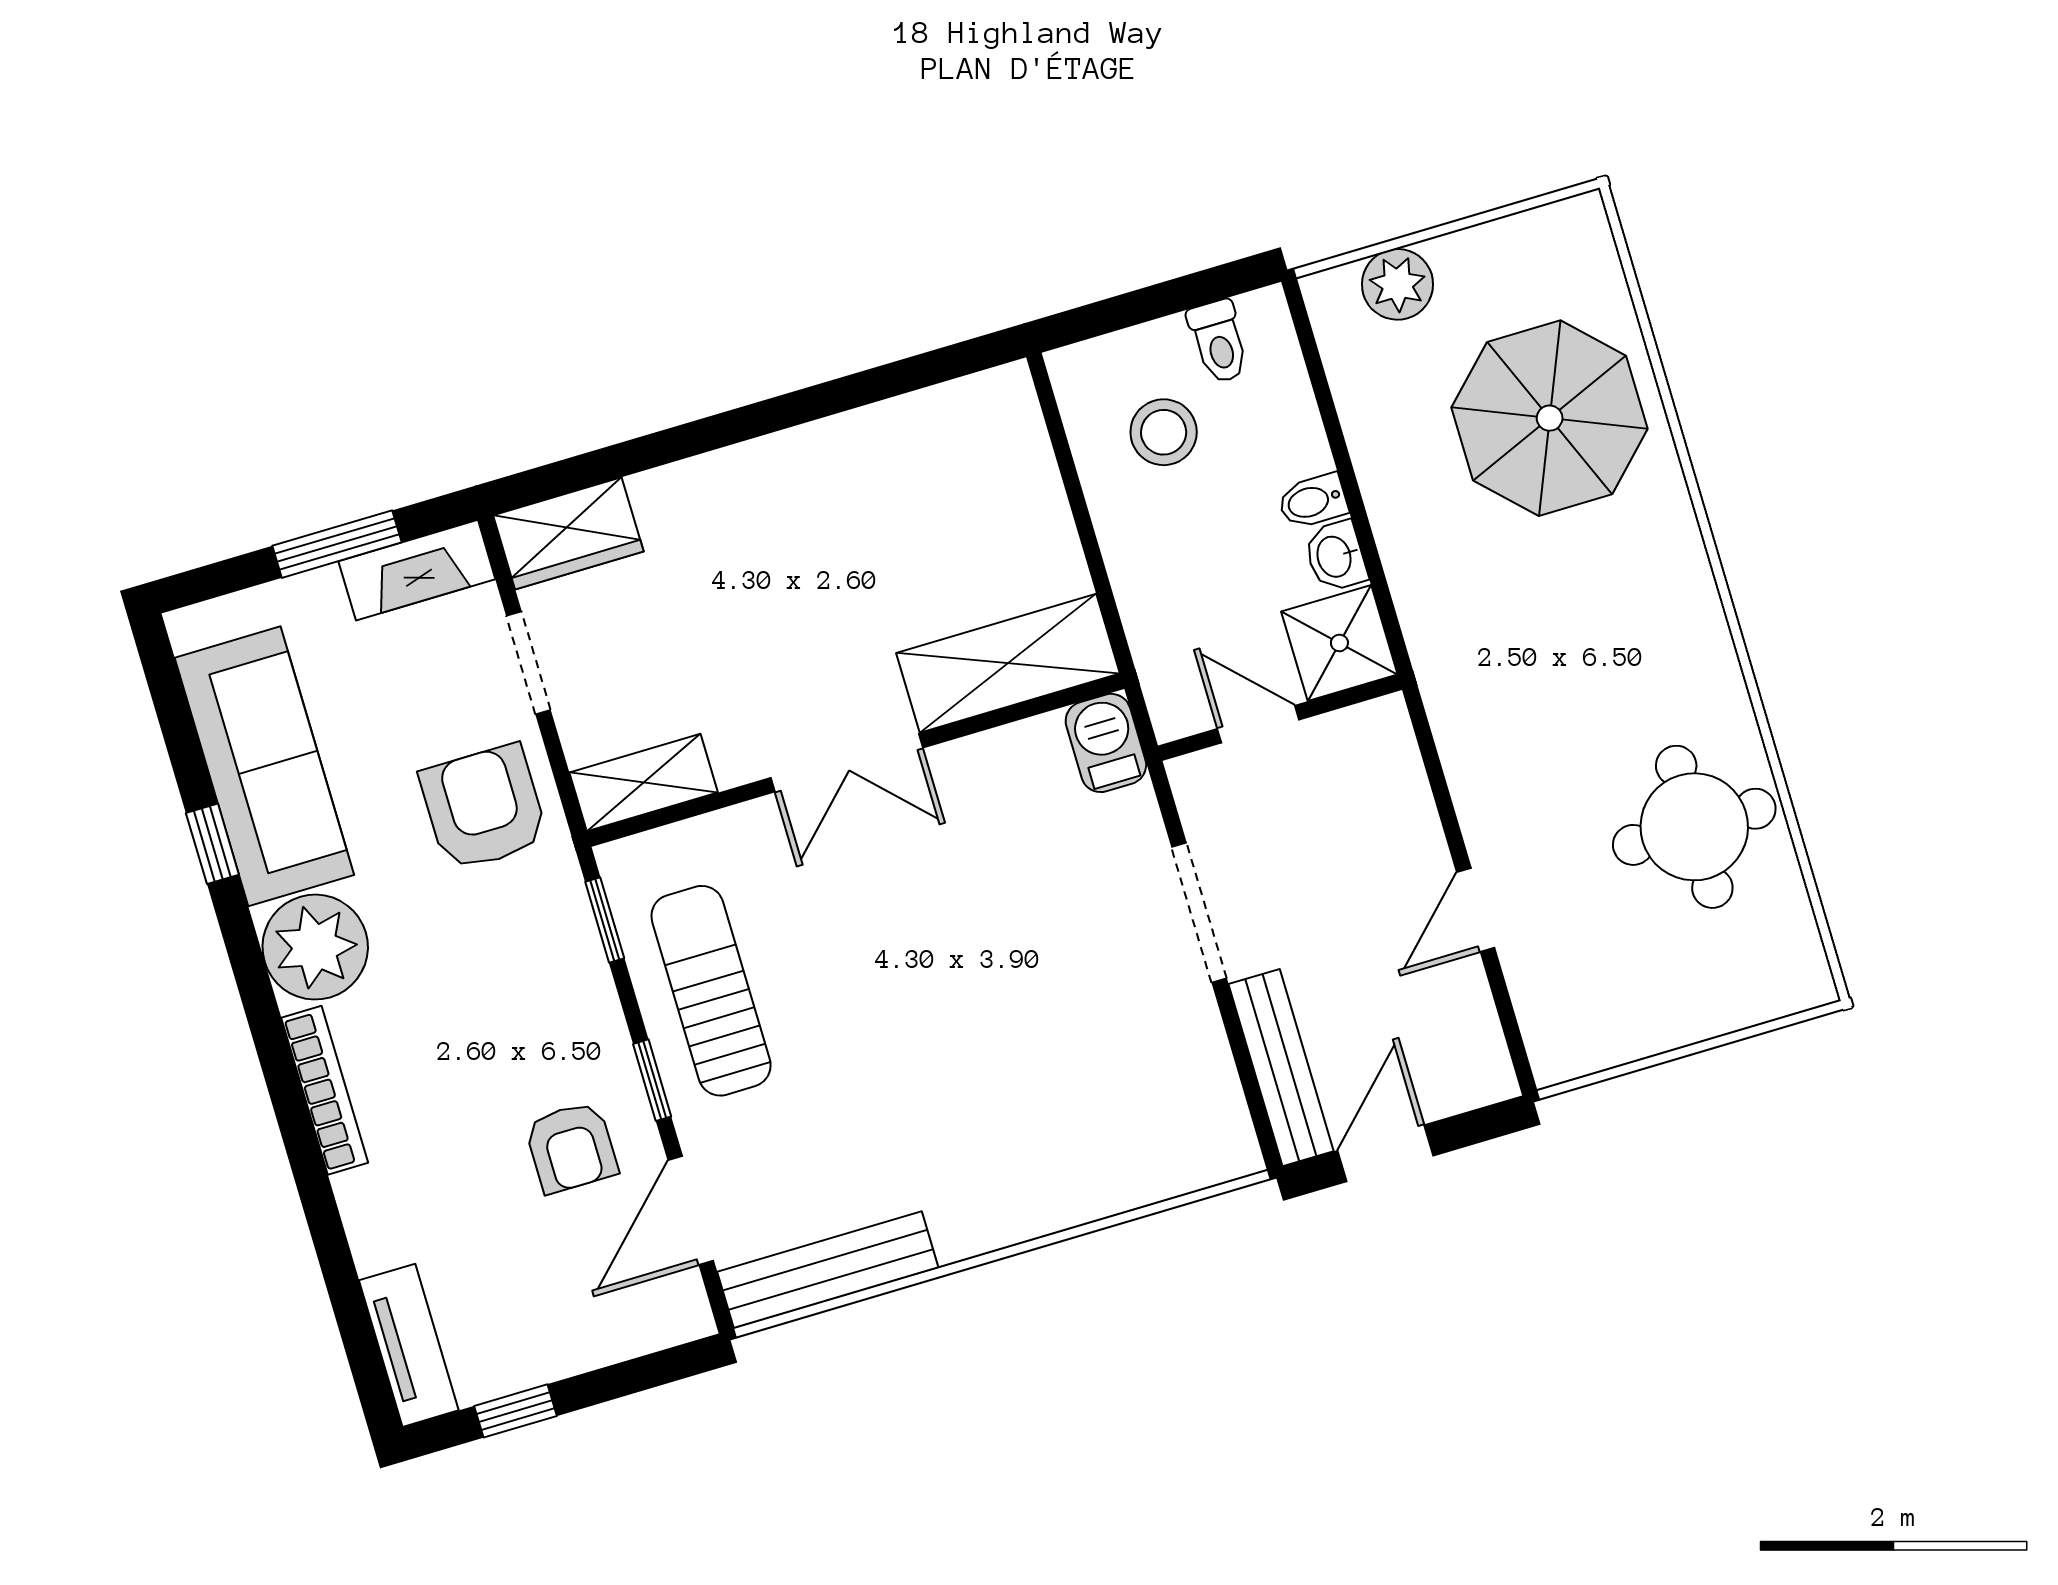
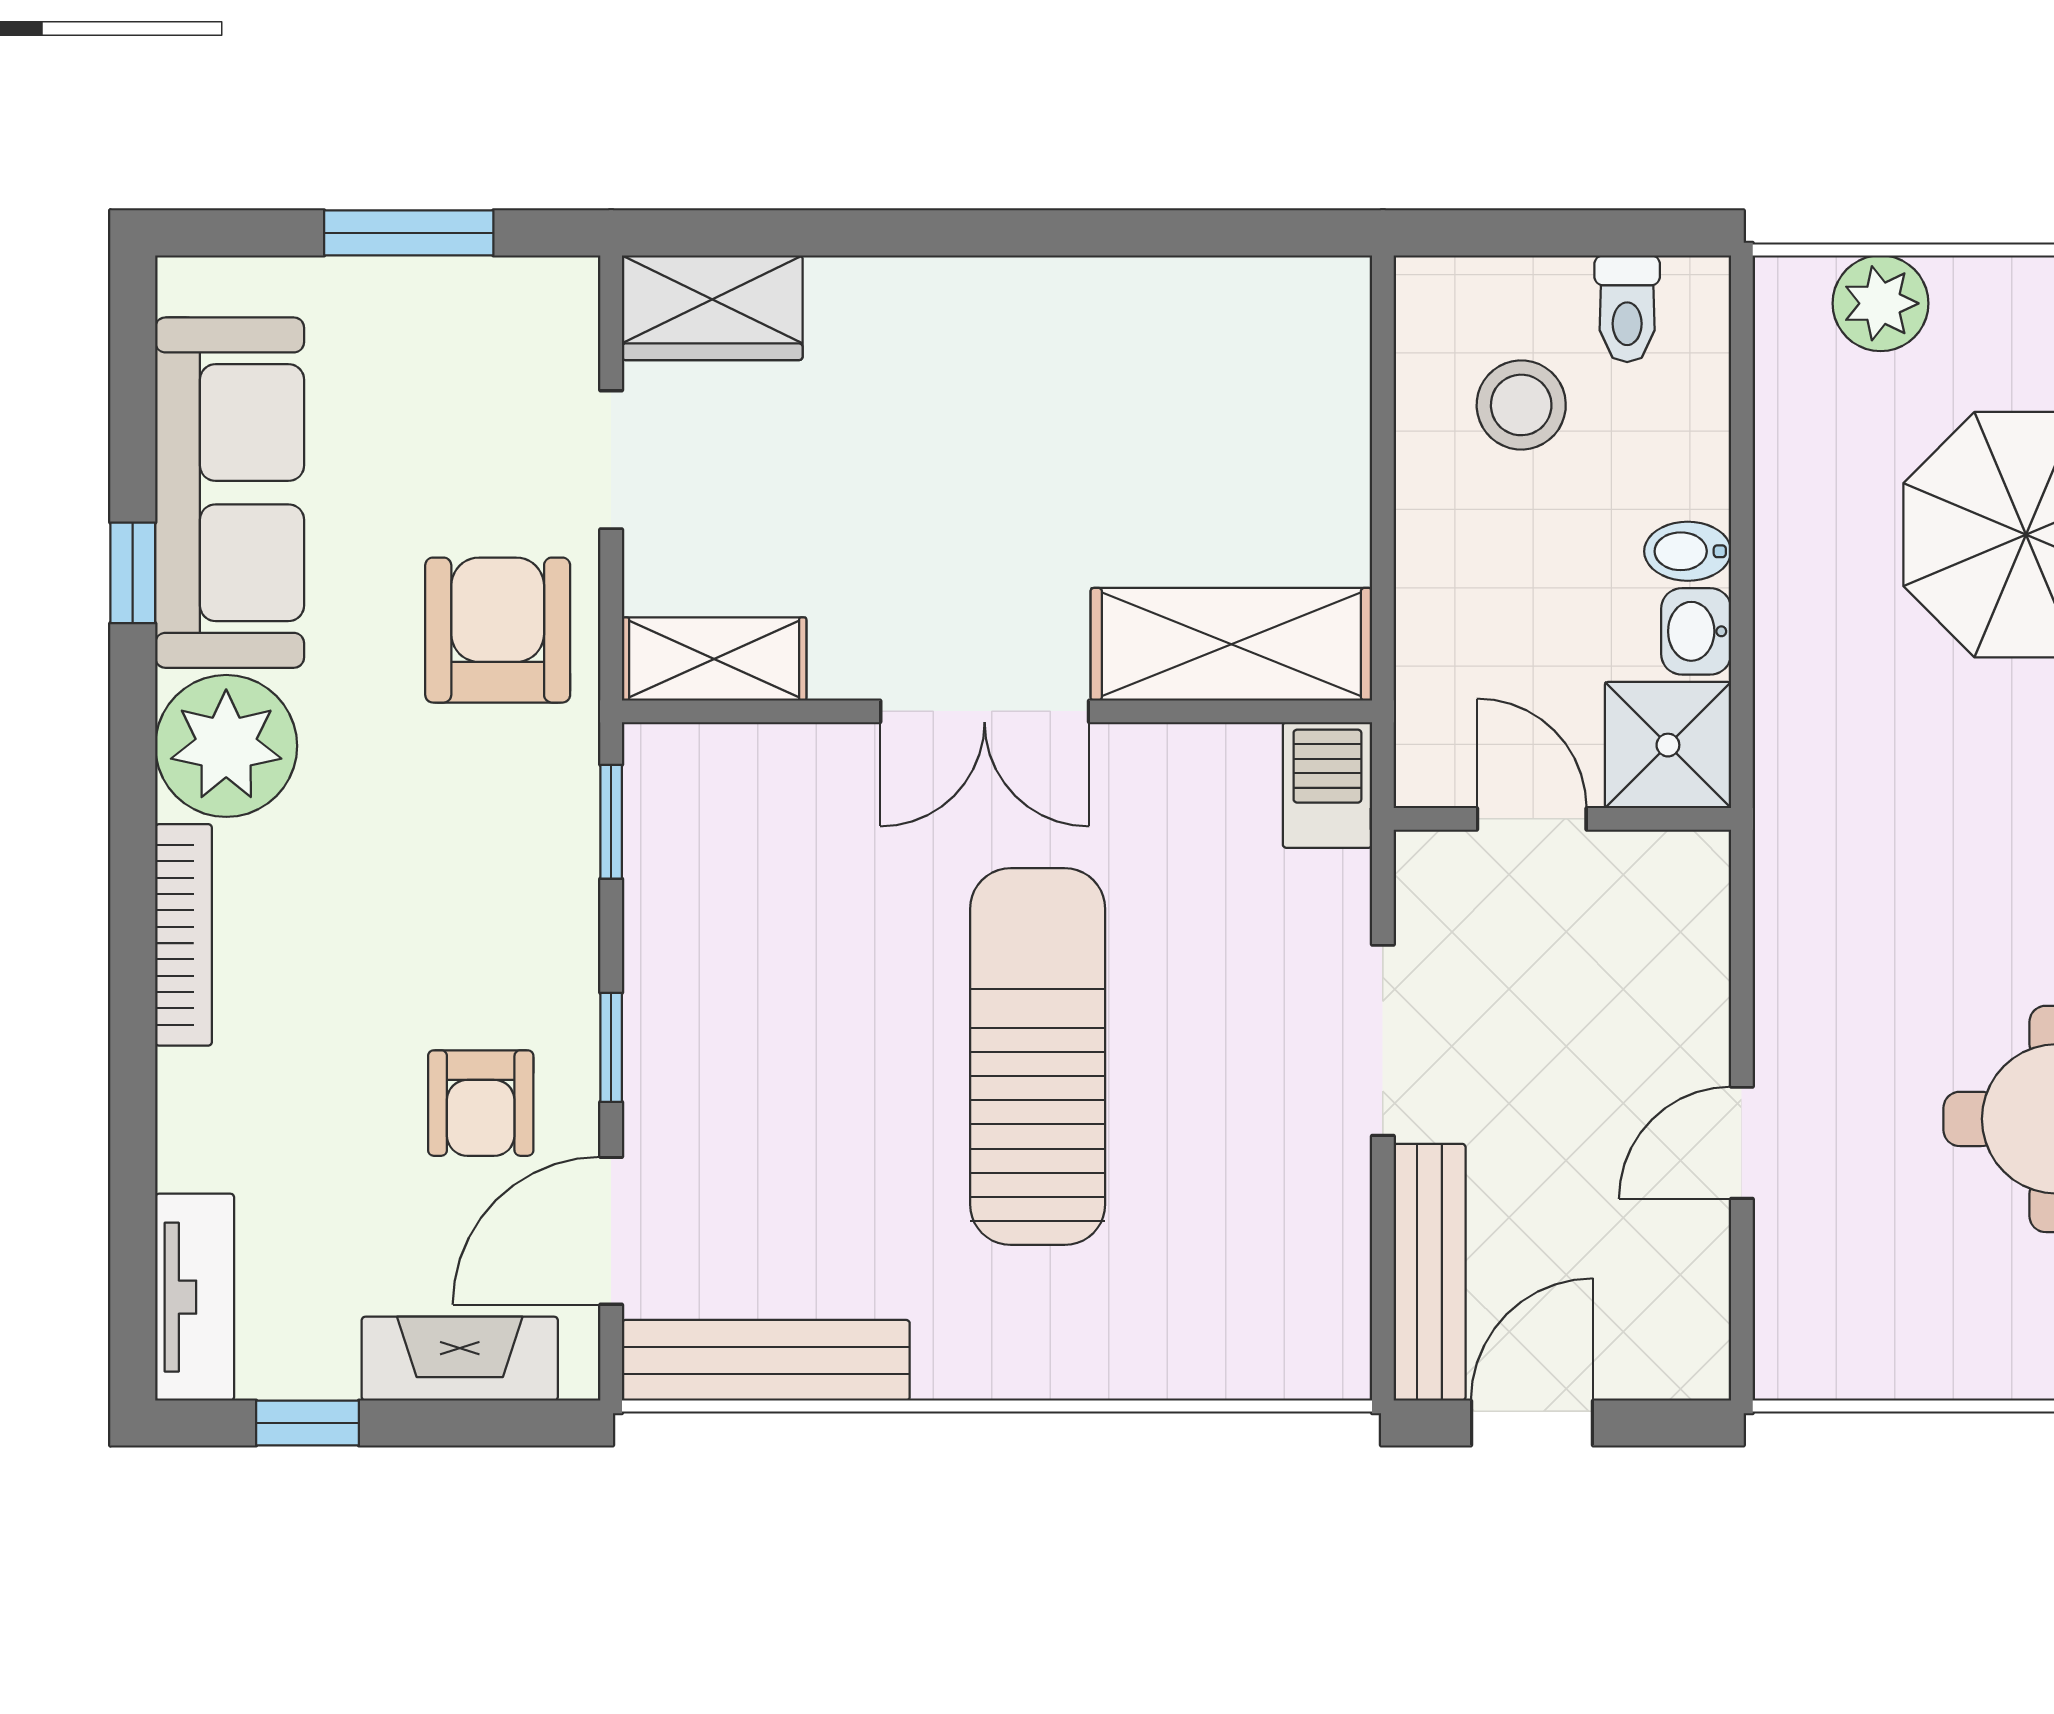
fireplace: (417, 570) -> (460, 1359), moved, turned 180
sun lounger: (711, 991) -> (1038, 1057), moved, width x1.36, depth x1.34

